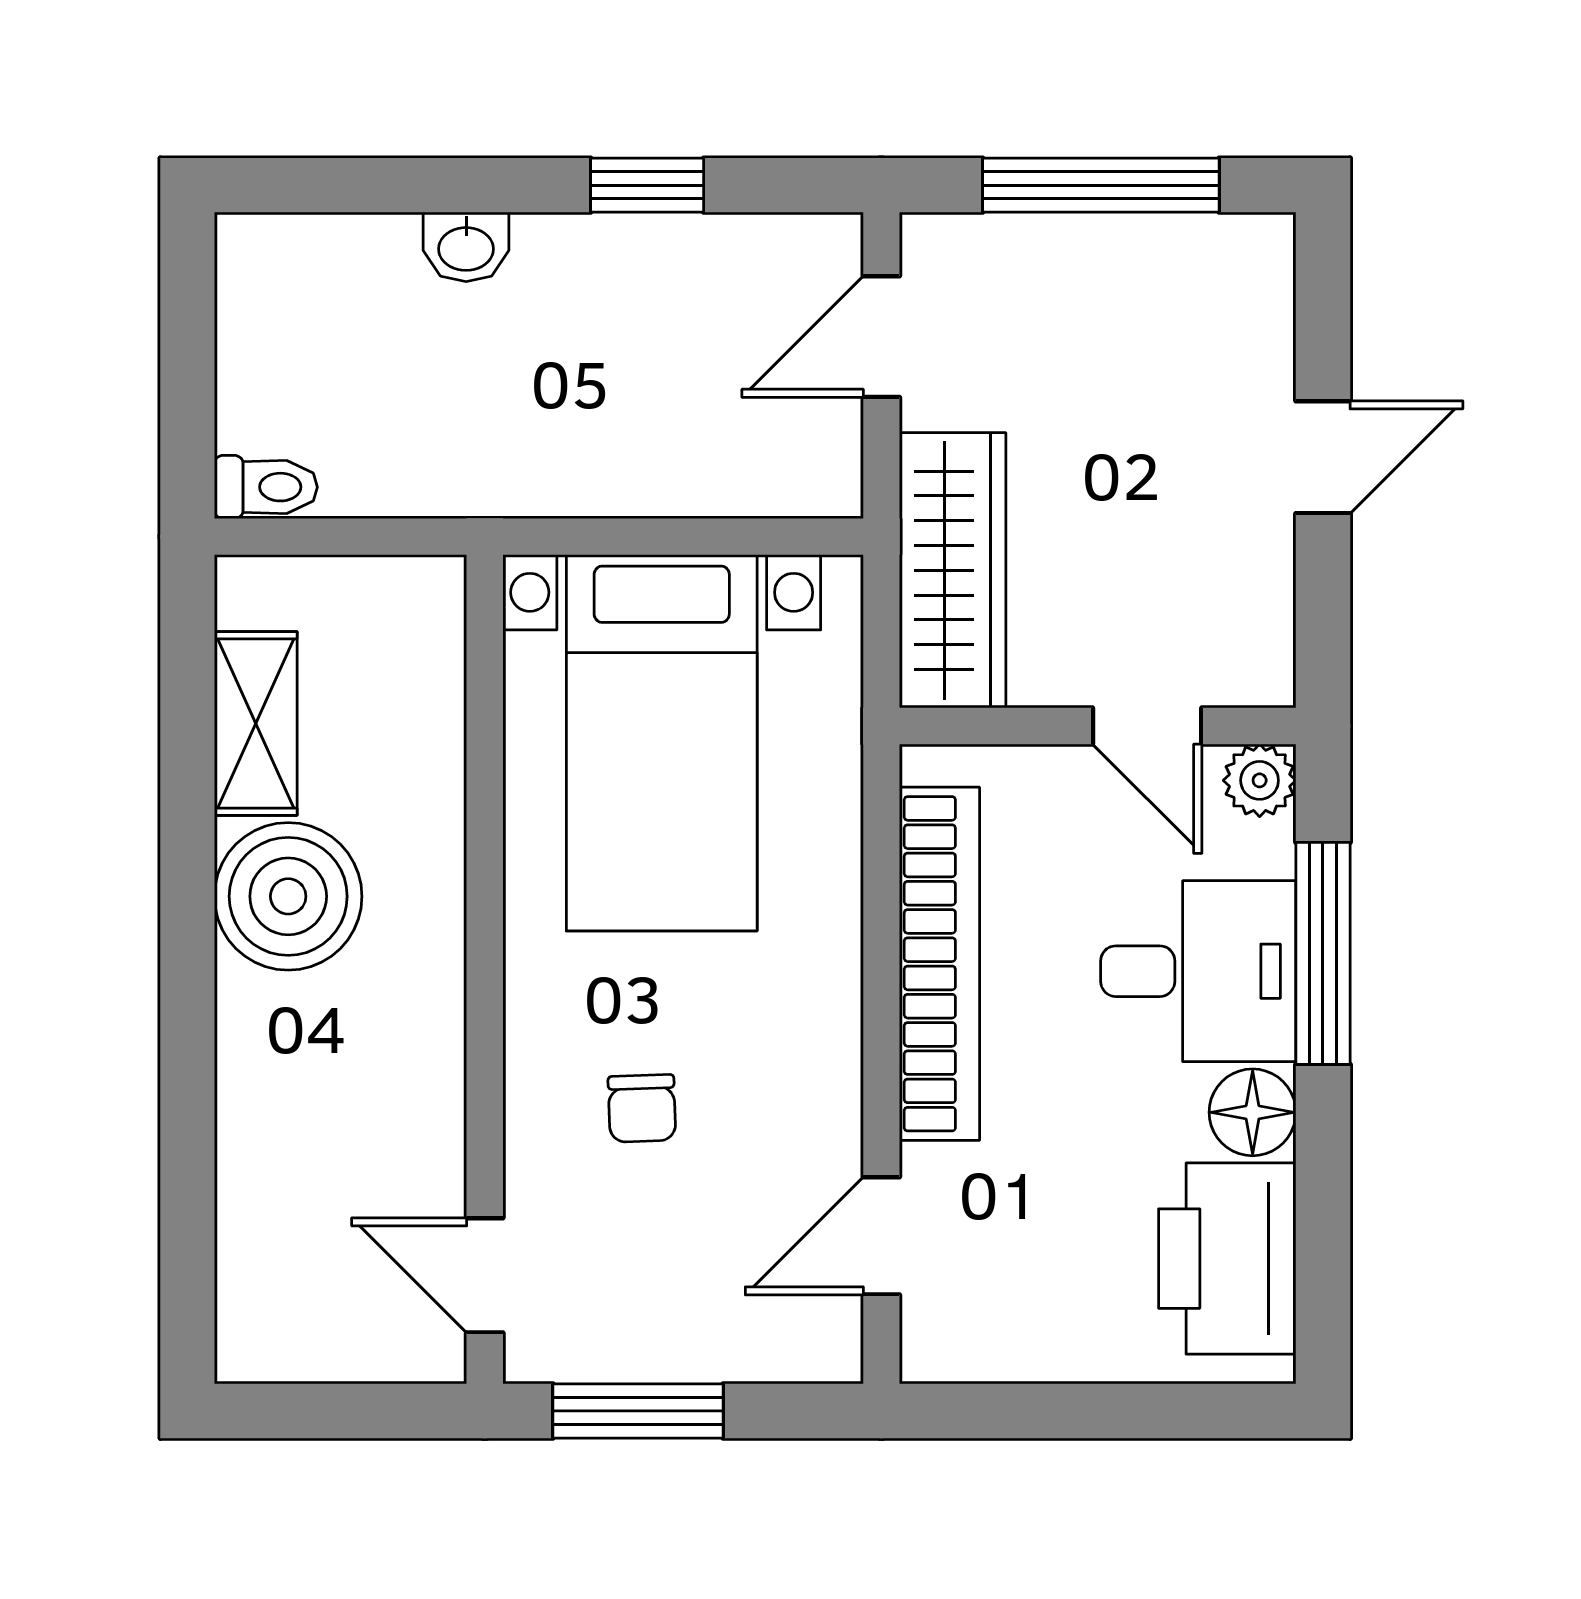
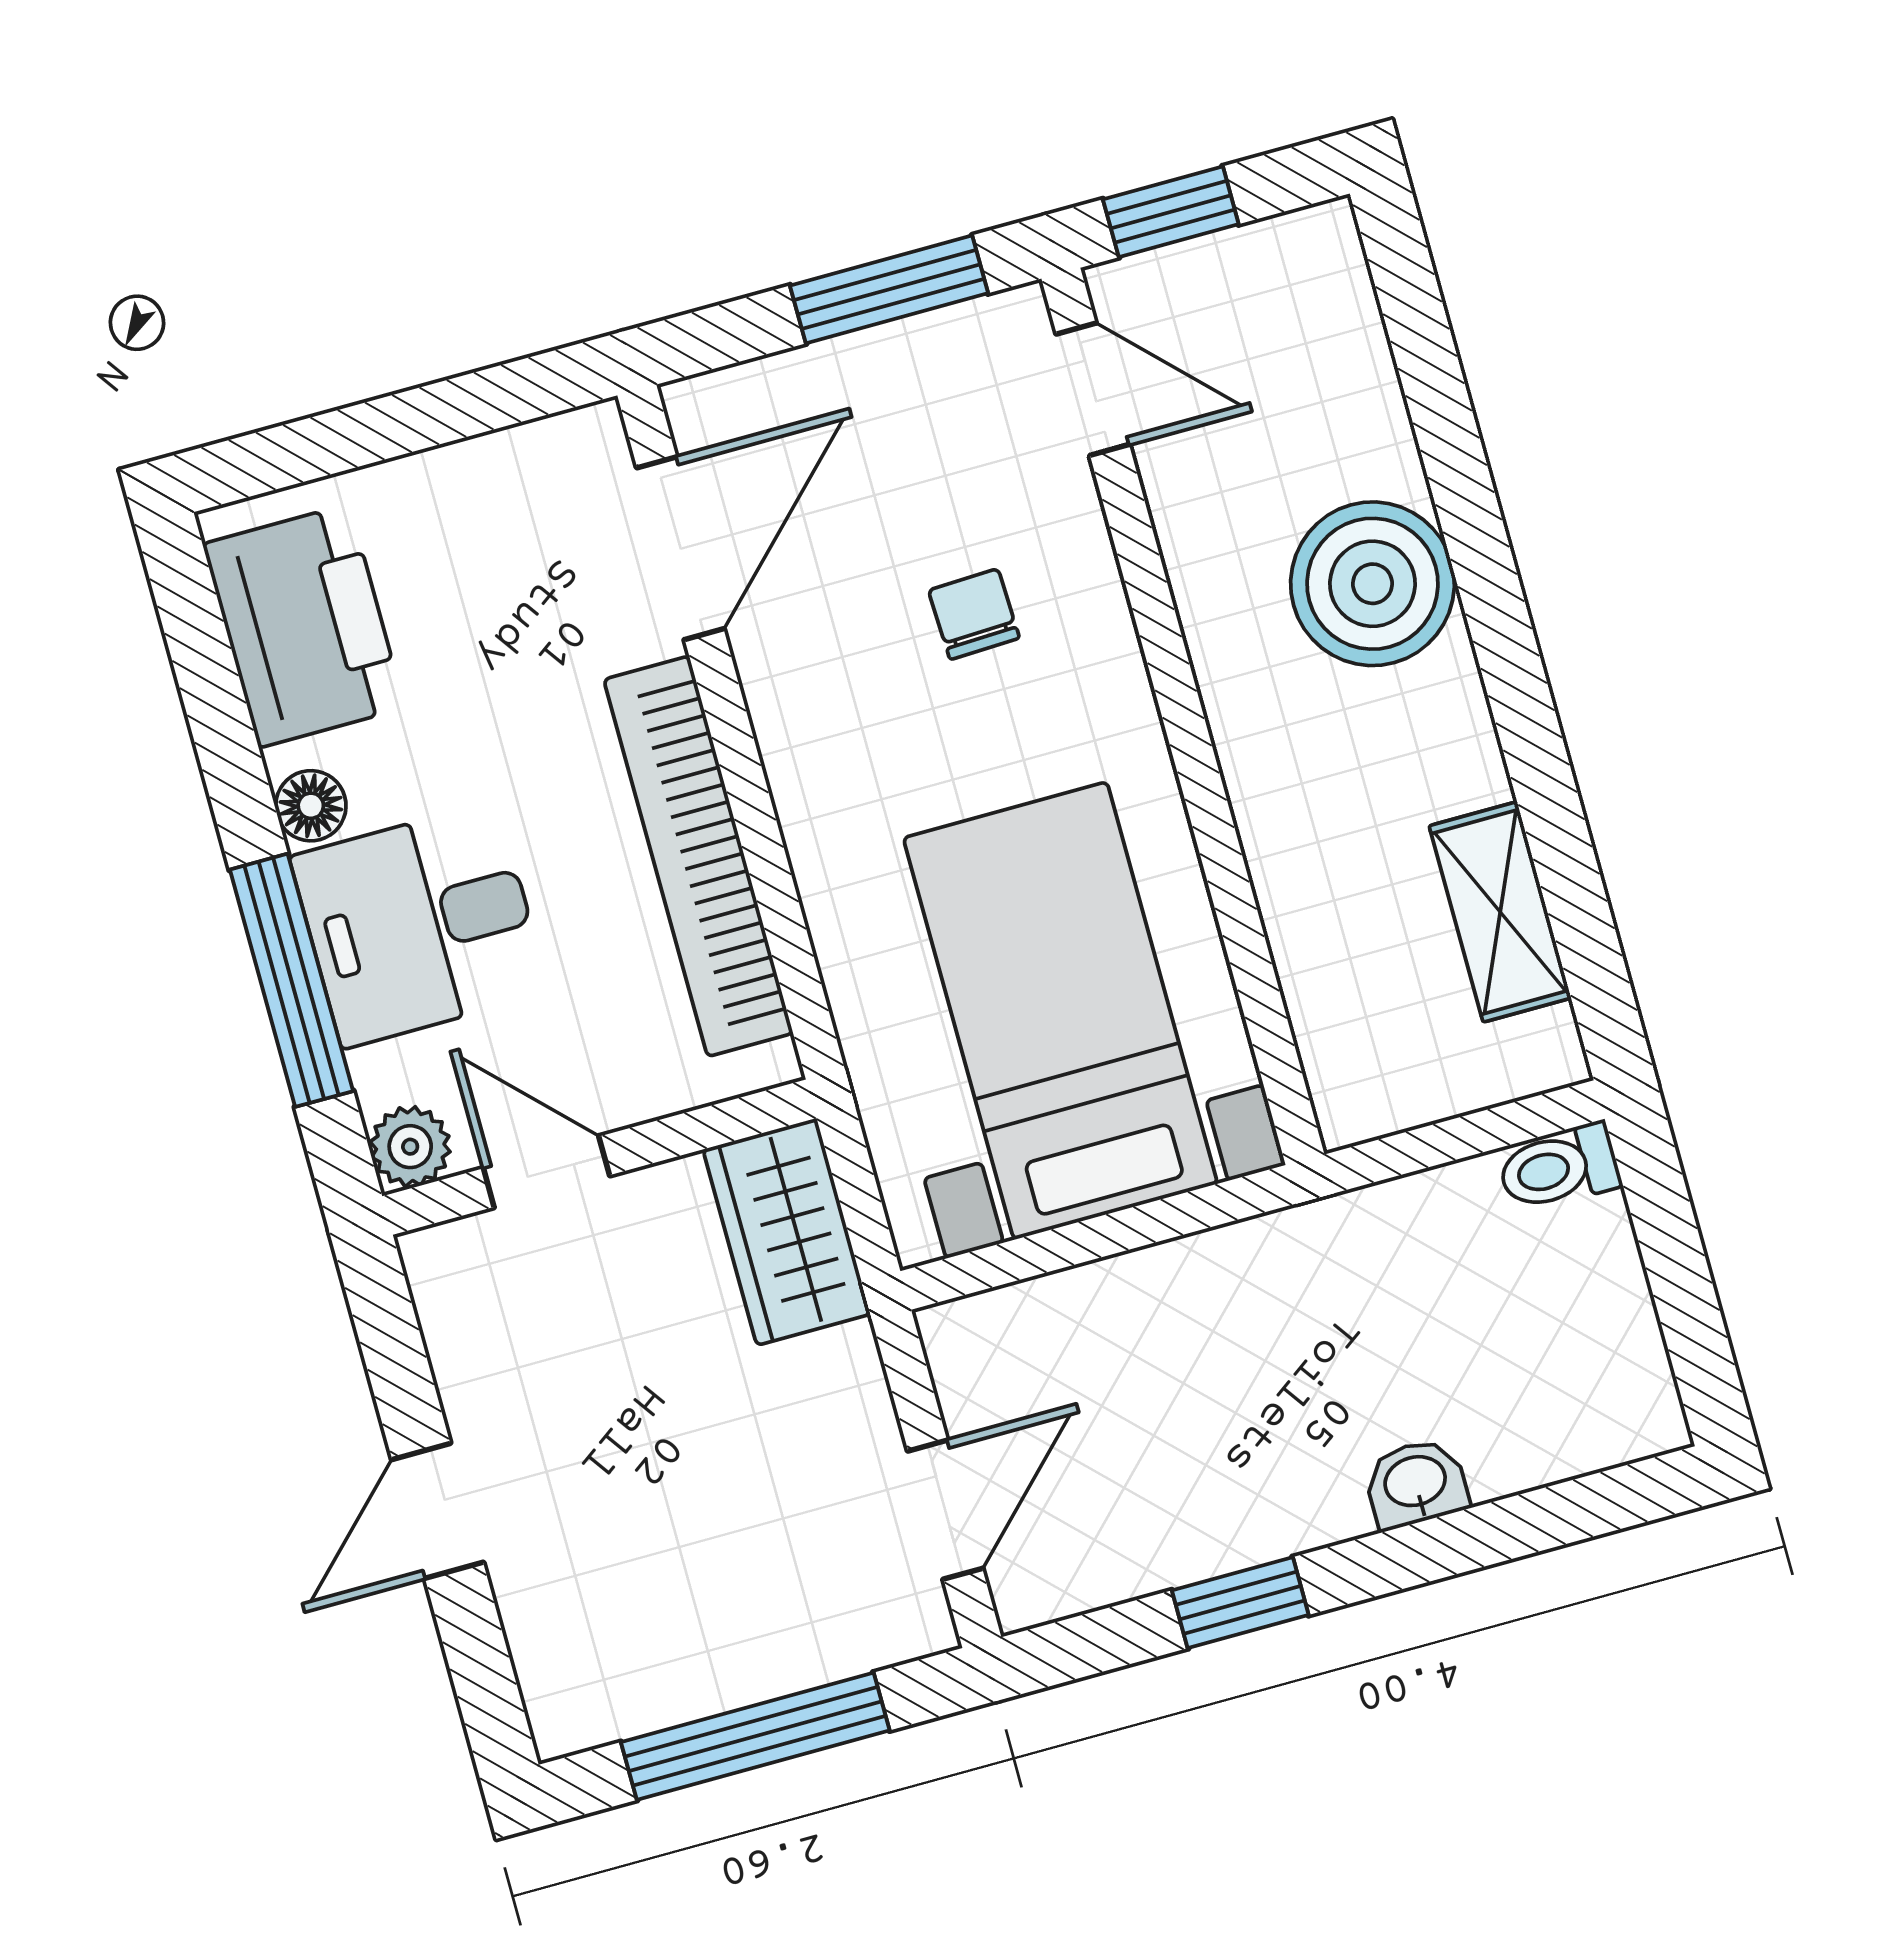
wardrobe: (953, 570) -> (787, 1232), width x0.67
boiler: (288, 896) -> (1373, 584), moved
floor lamp: (1253, 1112) -> (311, 806), width x0.73, depth x0.73
door: (881, 1236) -> (680, 548), width x1.38
window: (374, 1411) -> (1171, 212), added

